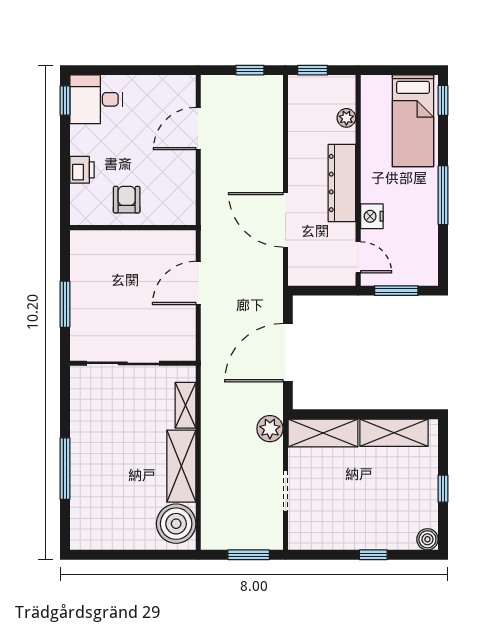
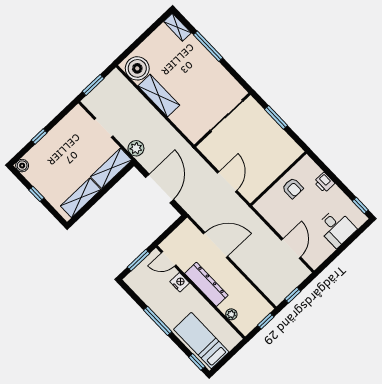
desk: (96, 99) -> (336, 228), moved, turned 90
shelving: (185, 405) -> (177, 27), moved

